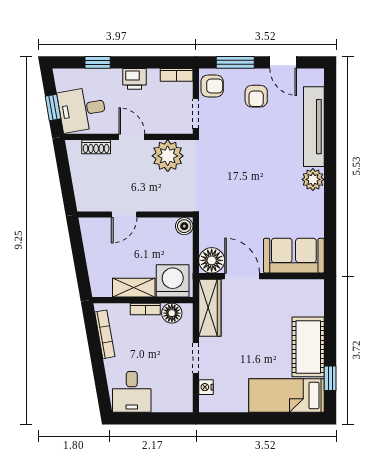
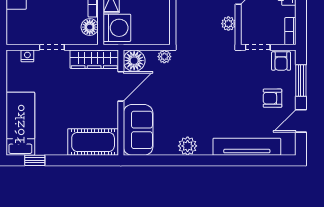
plant: (168, 156) -> (228, 24), width x0.53, depth x0.53
plant: (313, 179) -> (188, 146), moved
plant: (207, 224) -> (164, 57), added
boiler: (184, 226) -> (163, 38), removed
cot: (308, 347) -> (93, 142), moved

